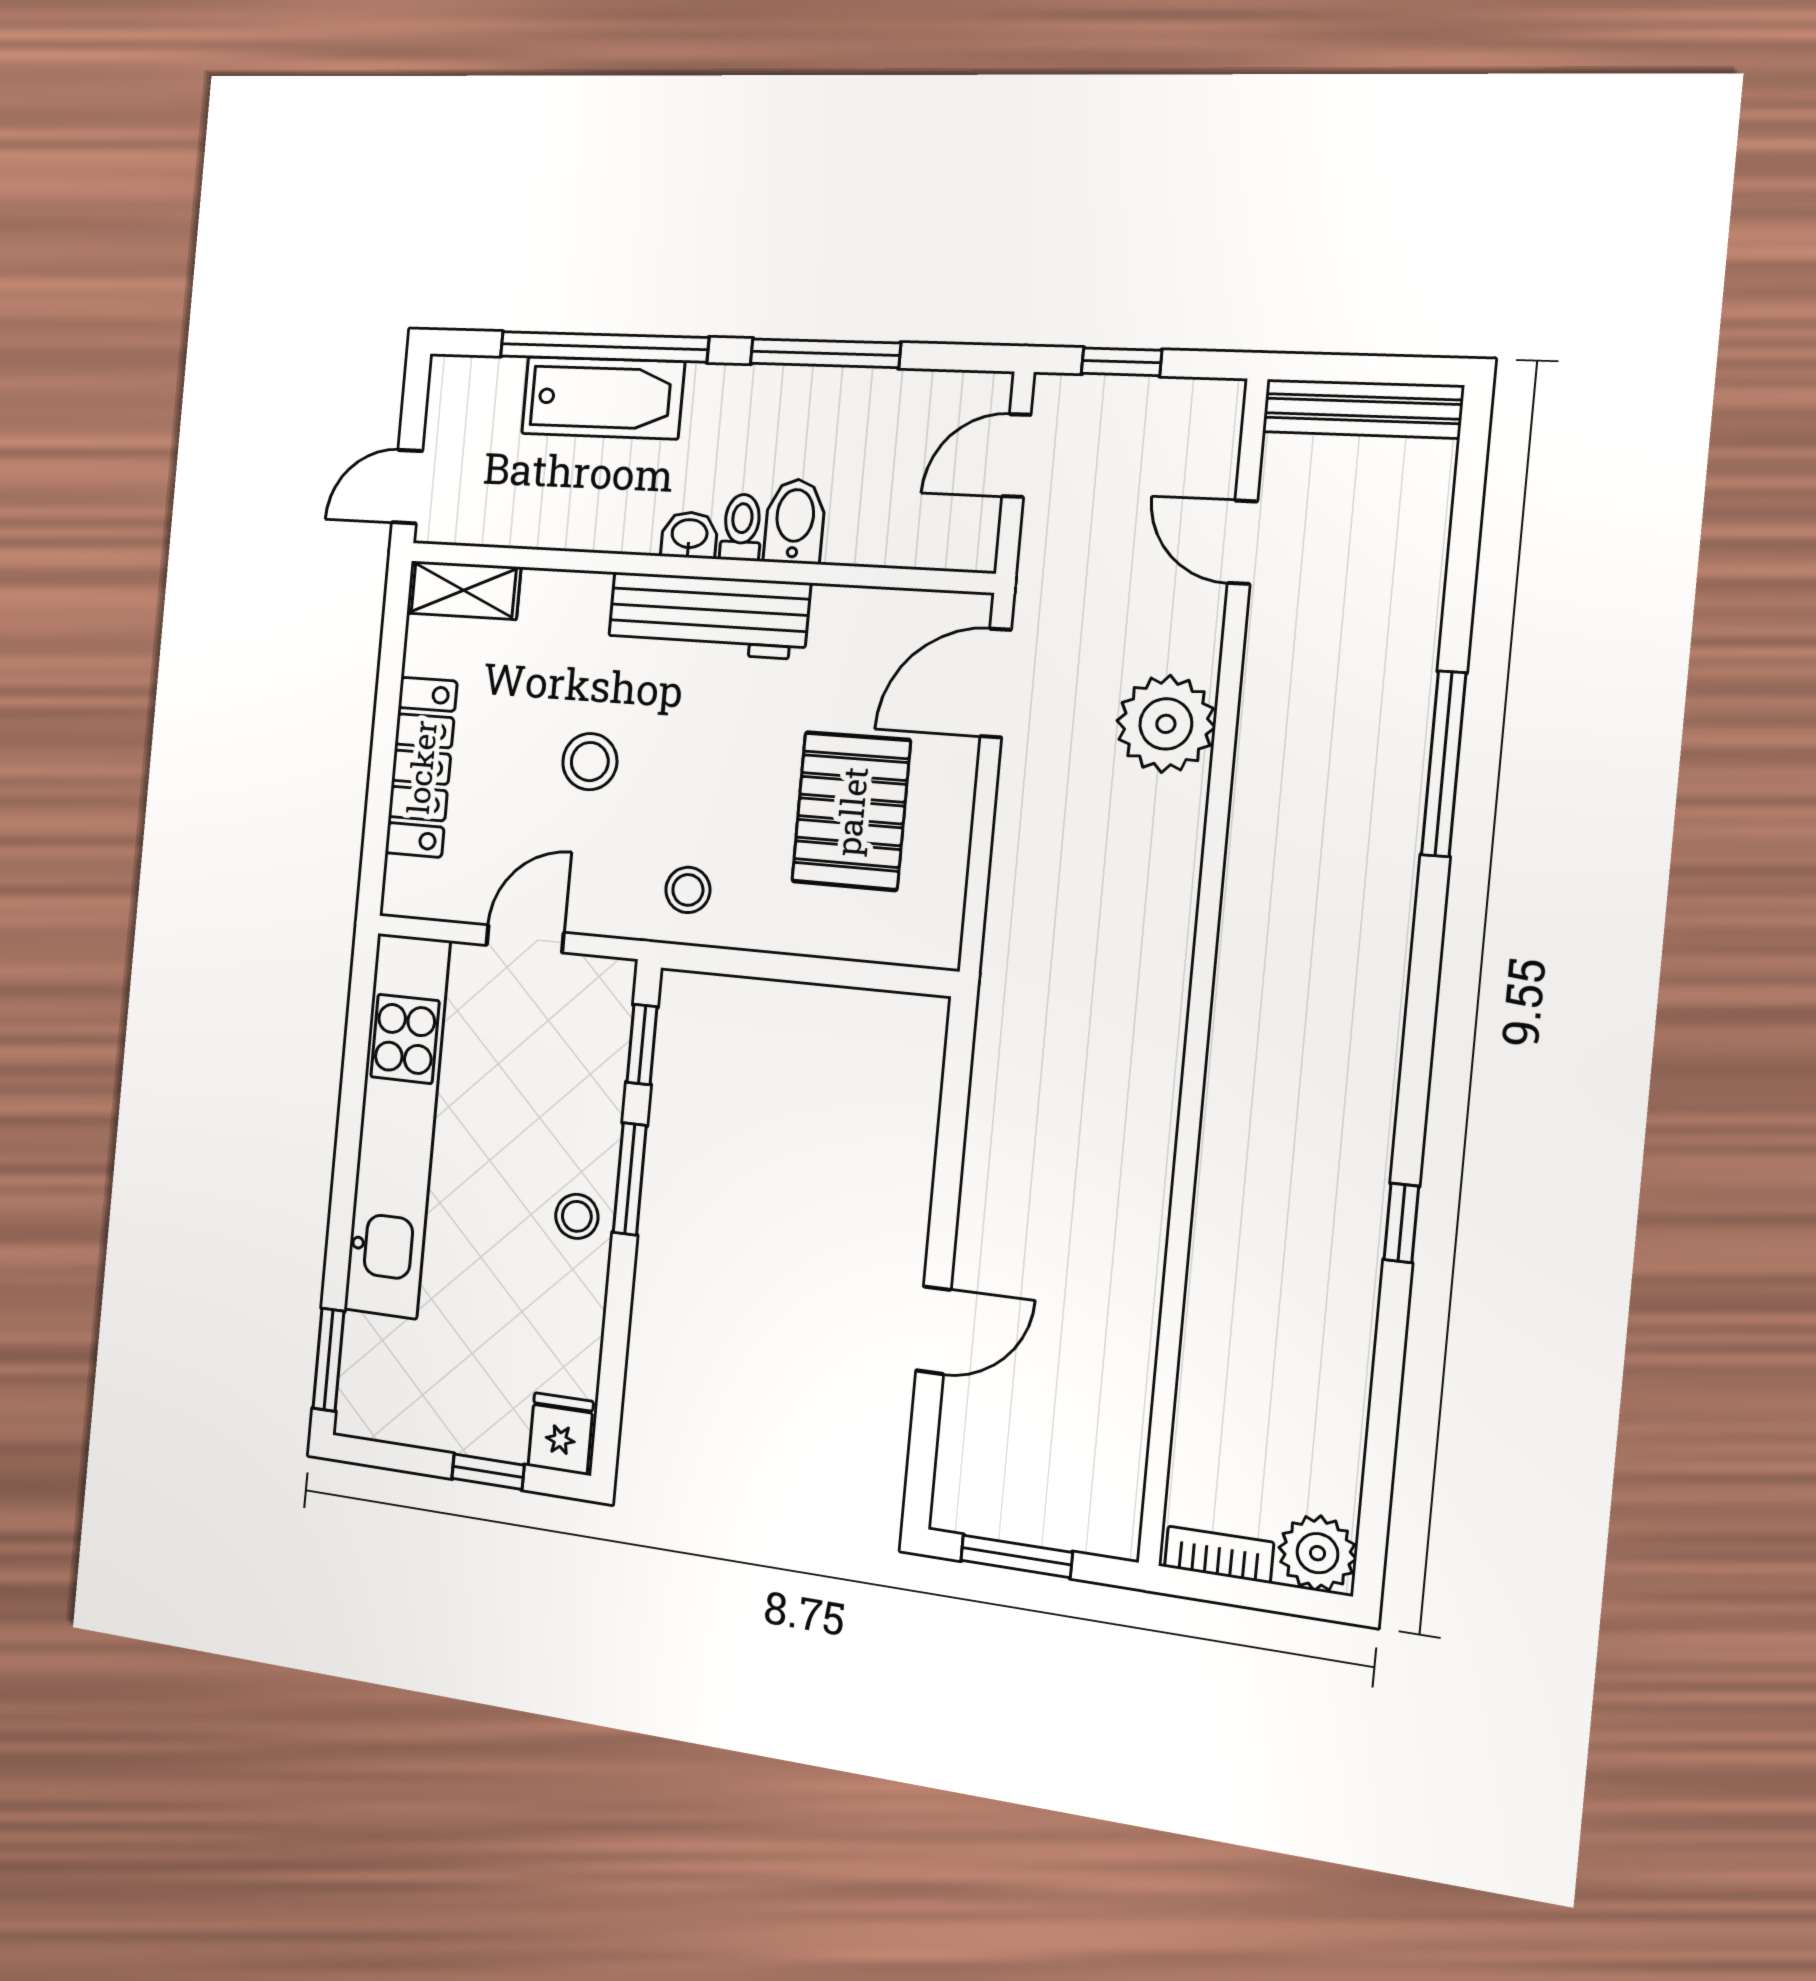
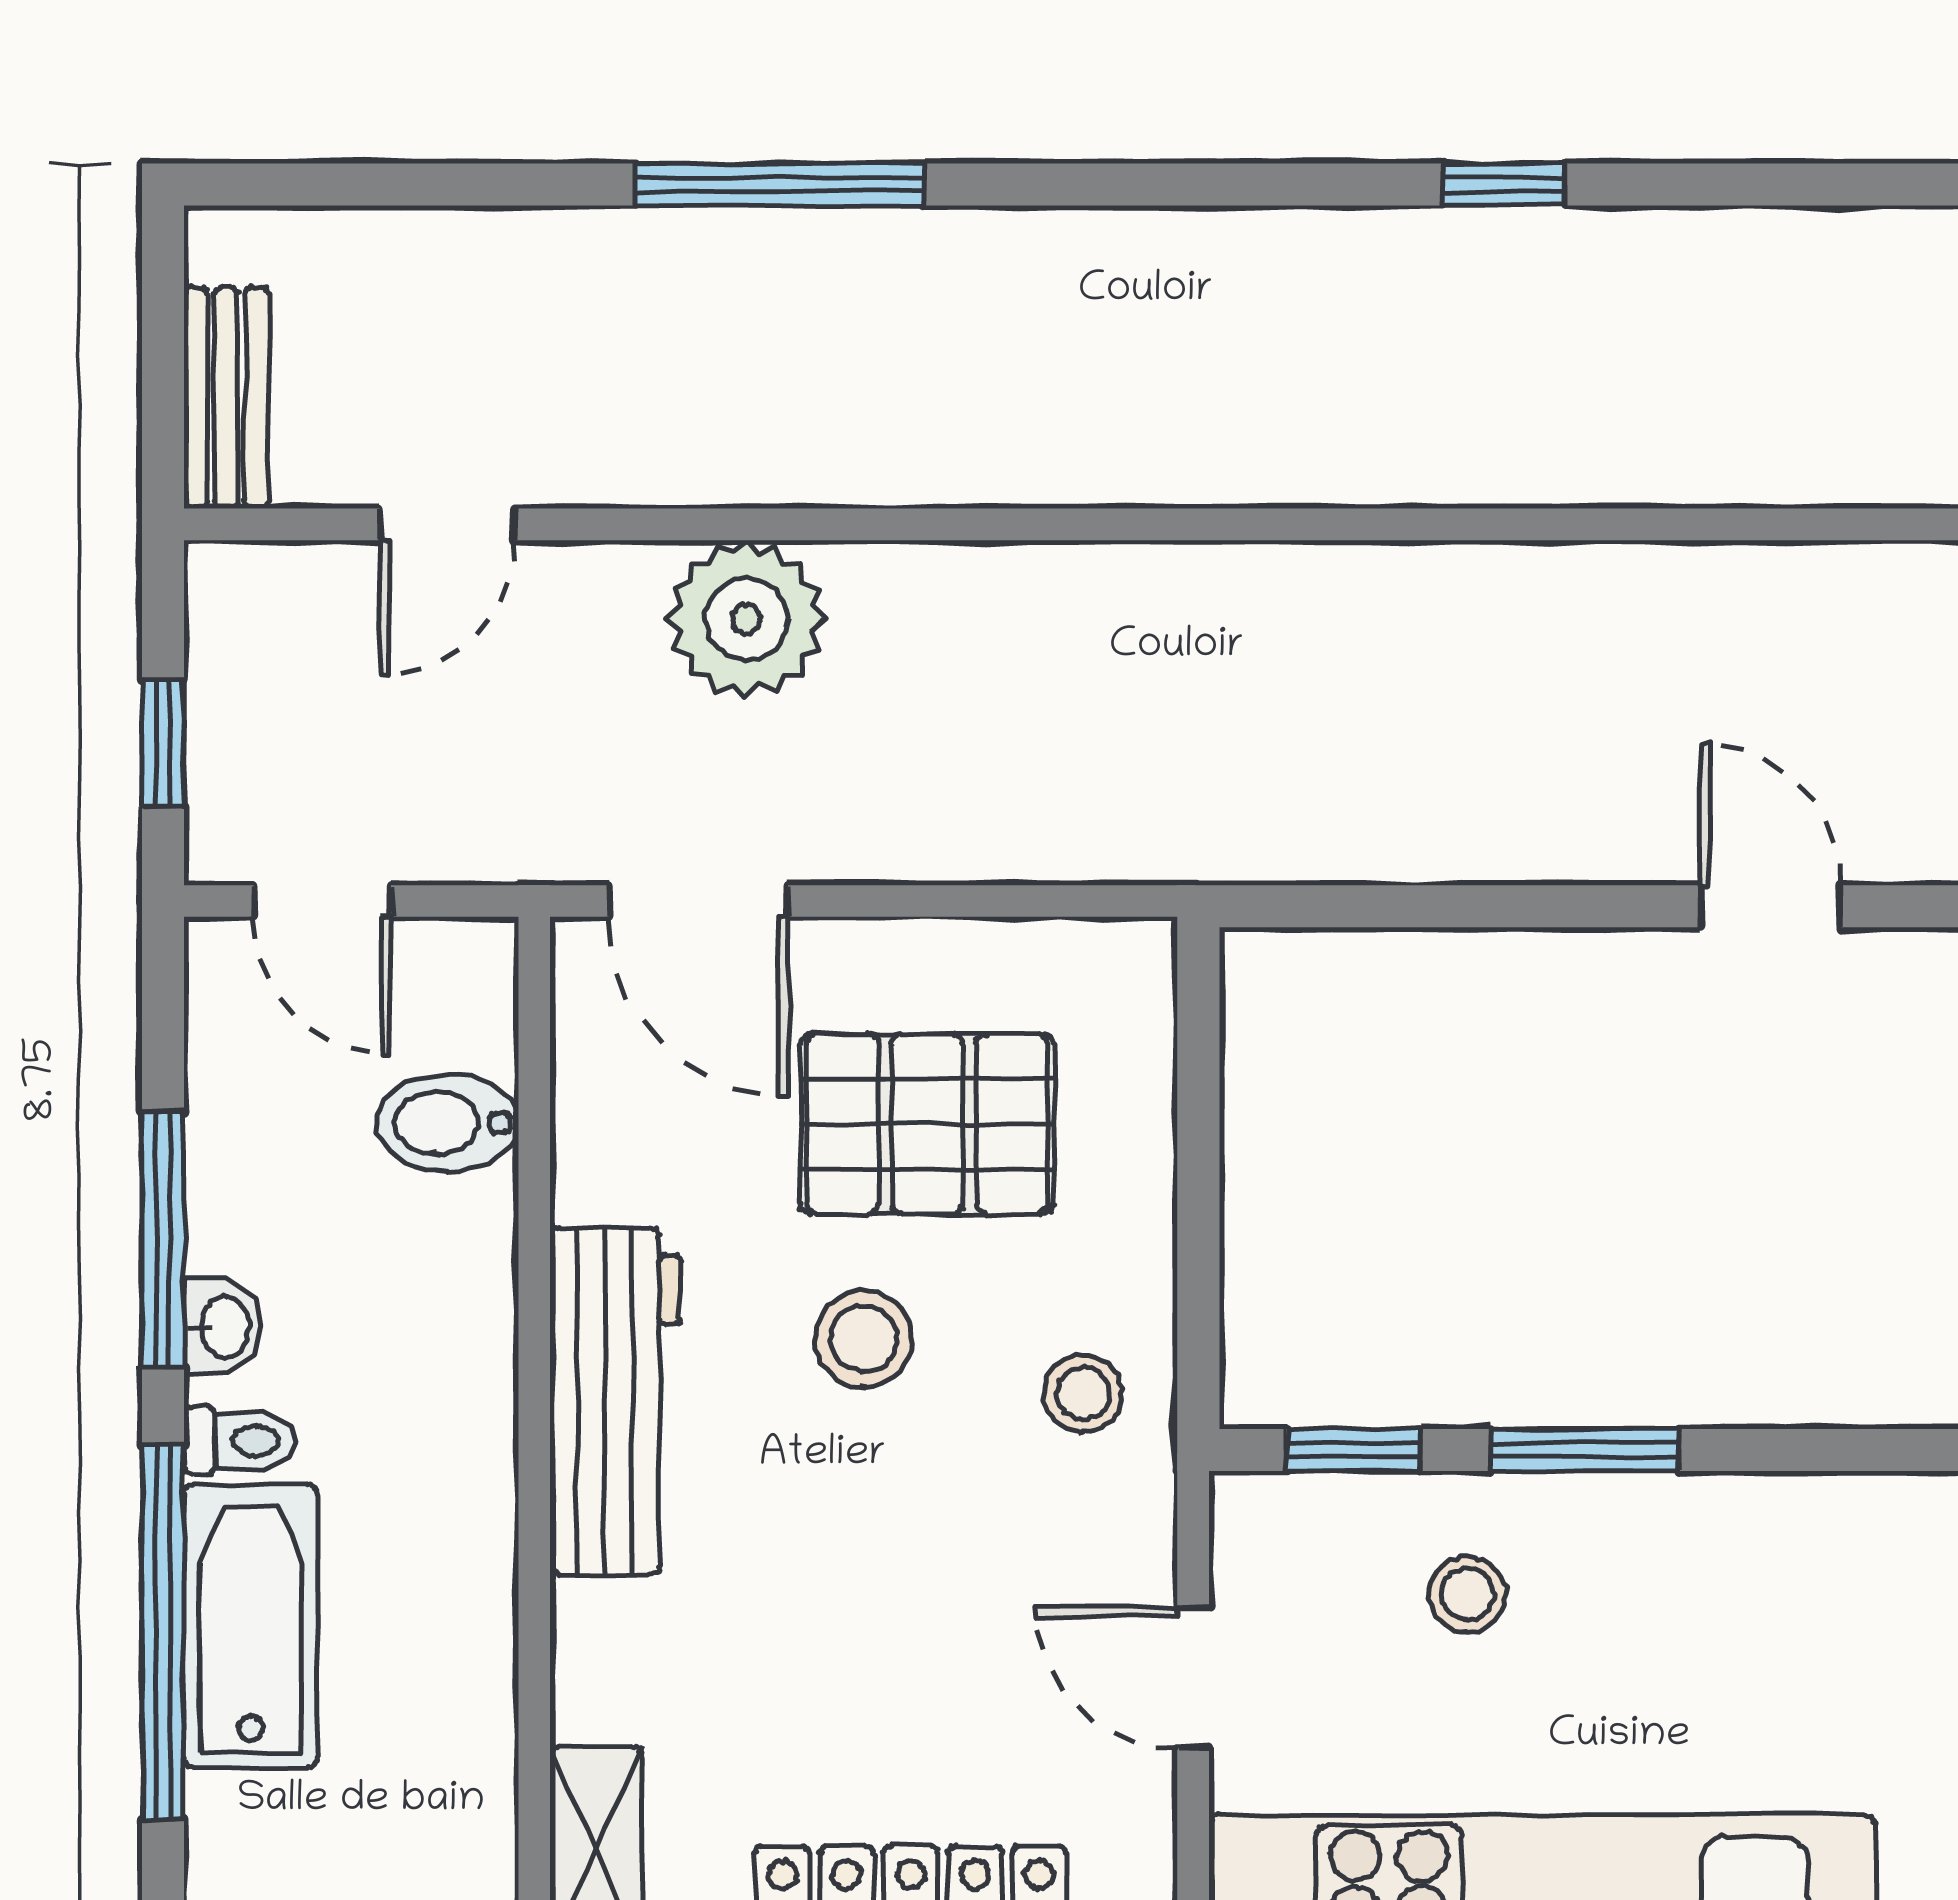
bench: (1362, 409) -> (226, 398), width x0.73
bidet: (795, 521) -> (448, 1123), moved
toilet: (742, 527) -> (240, 1441), moved, turned 180
washbasin: (689, 535) -> (223, 1327), moved, turned 180
stool: (590, 762) -> (864, 1339), moved
stool: (577, 1216) -> (1467, 1594), moved

